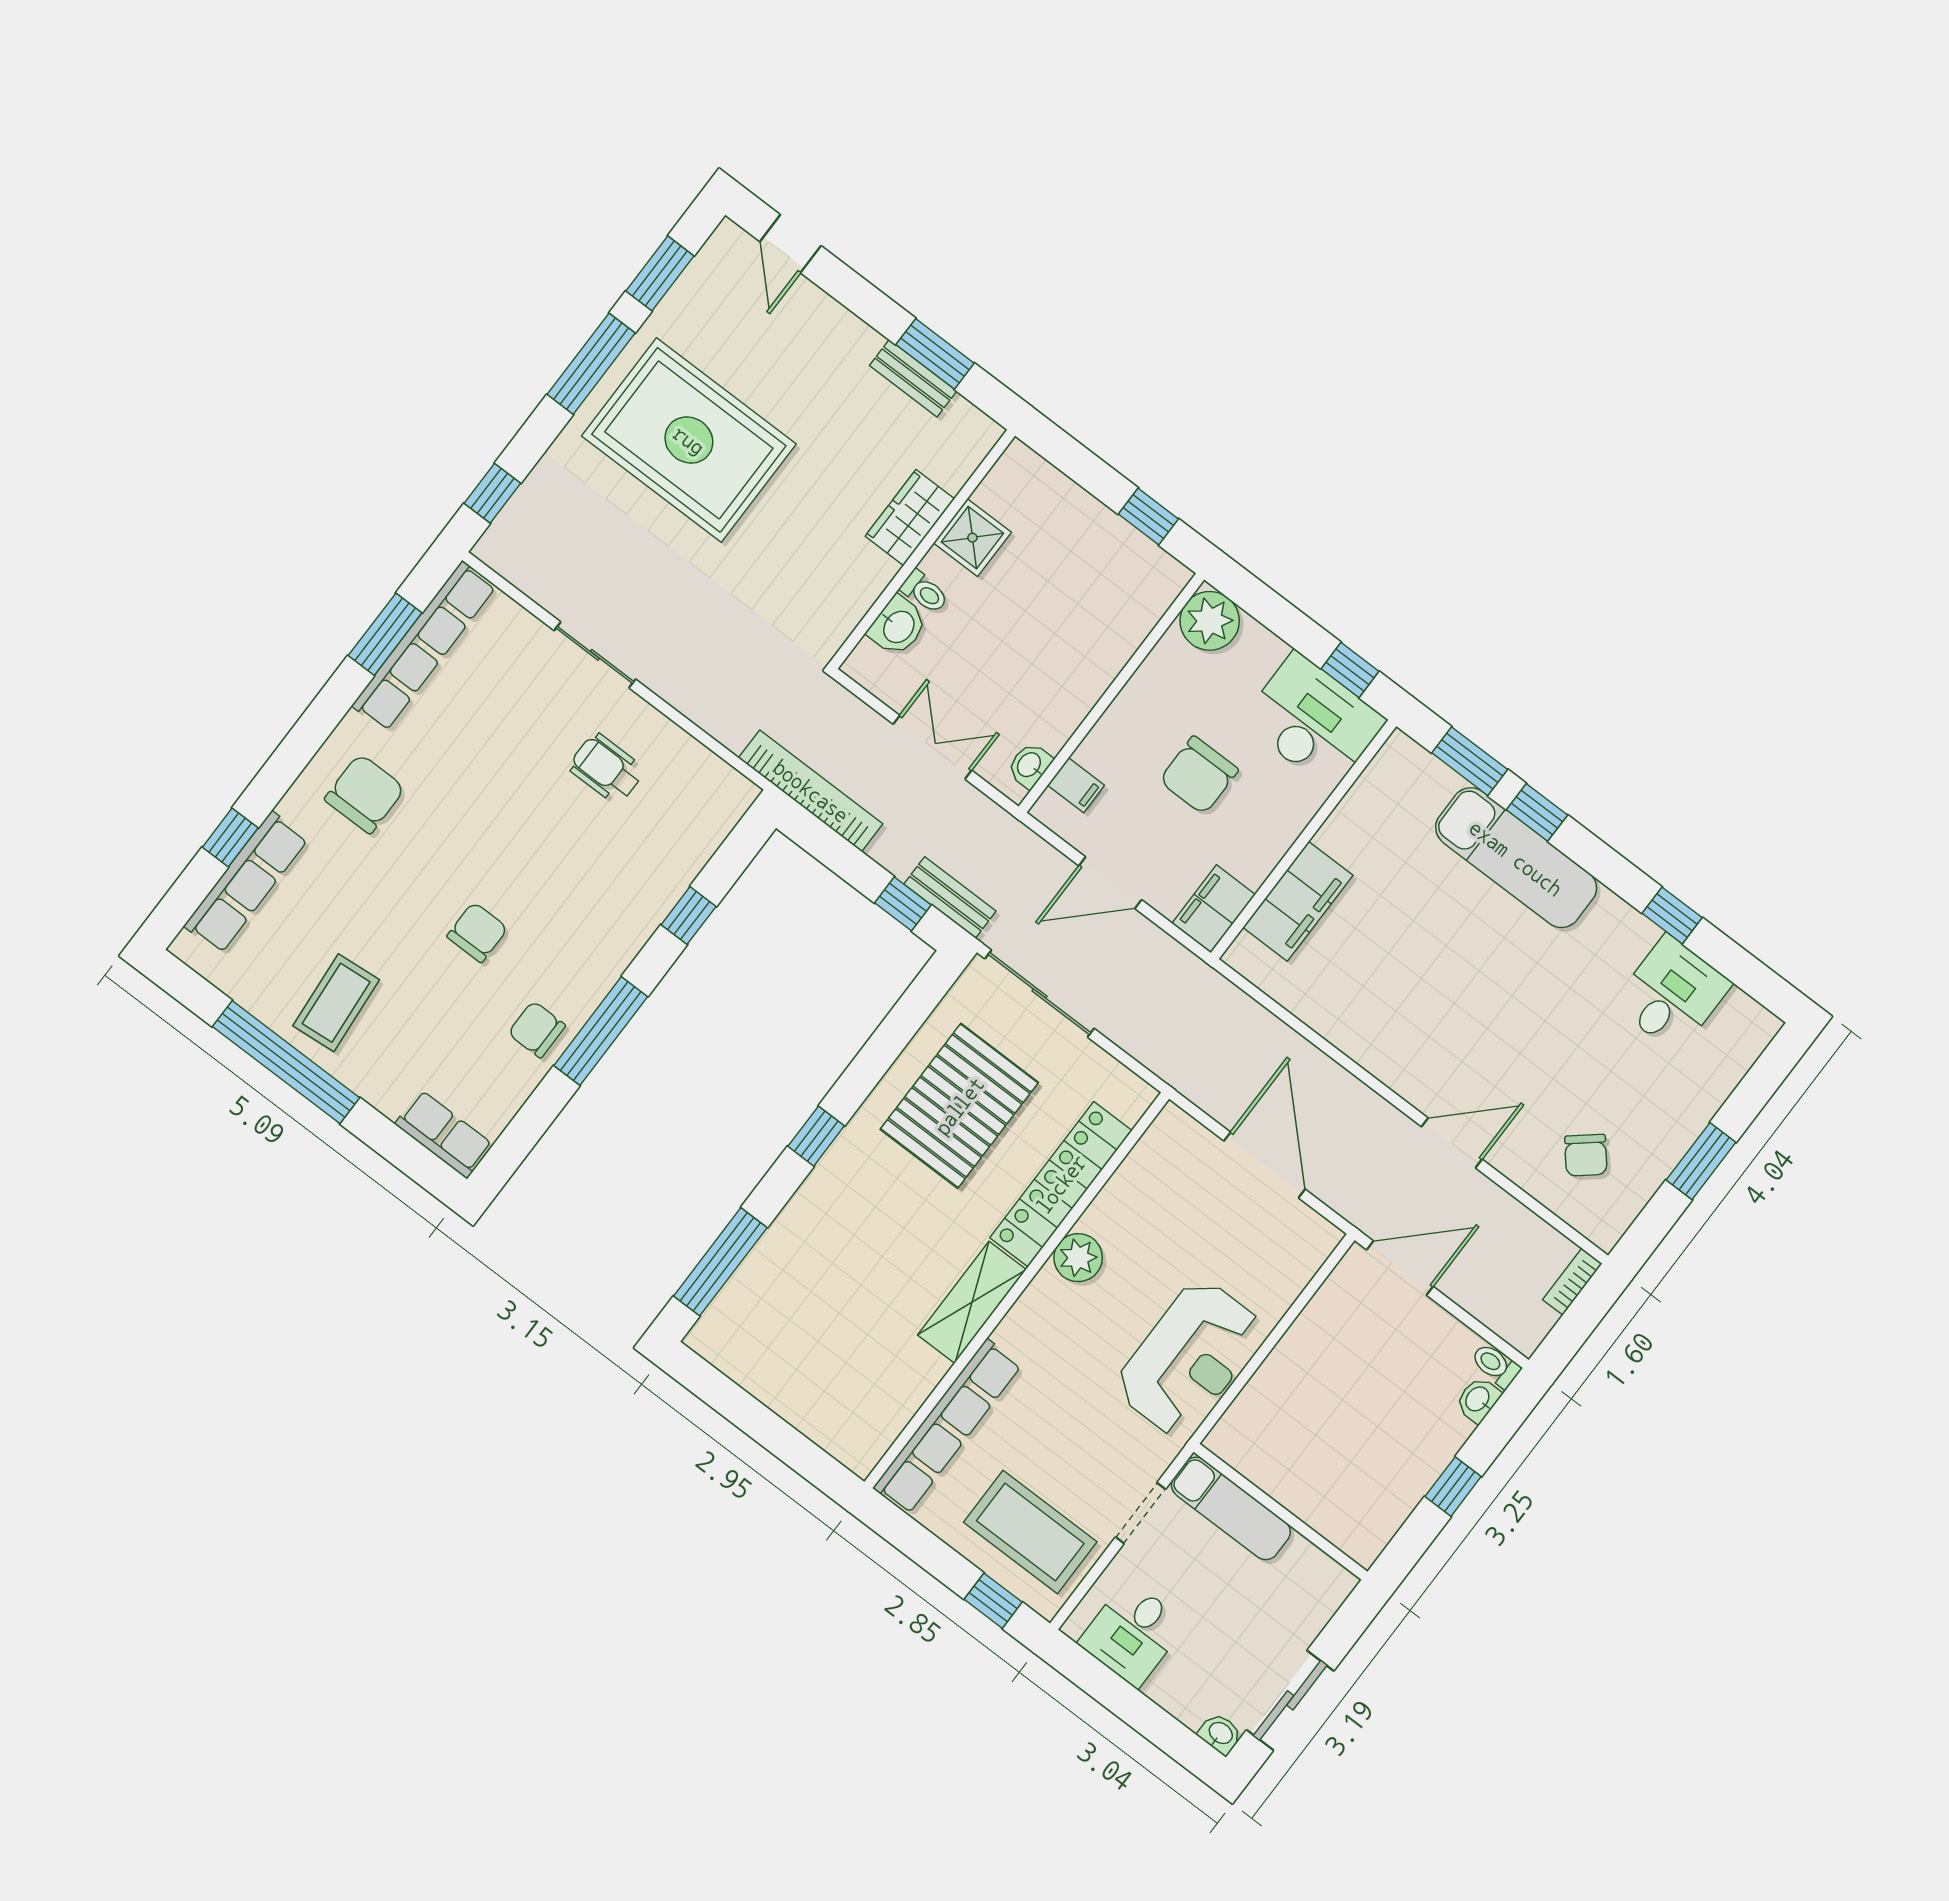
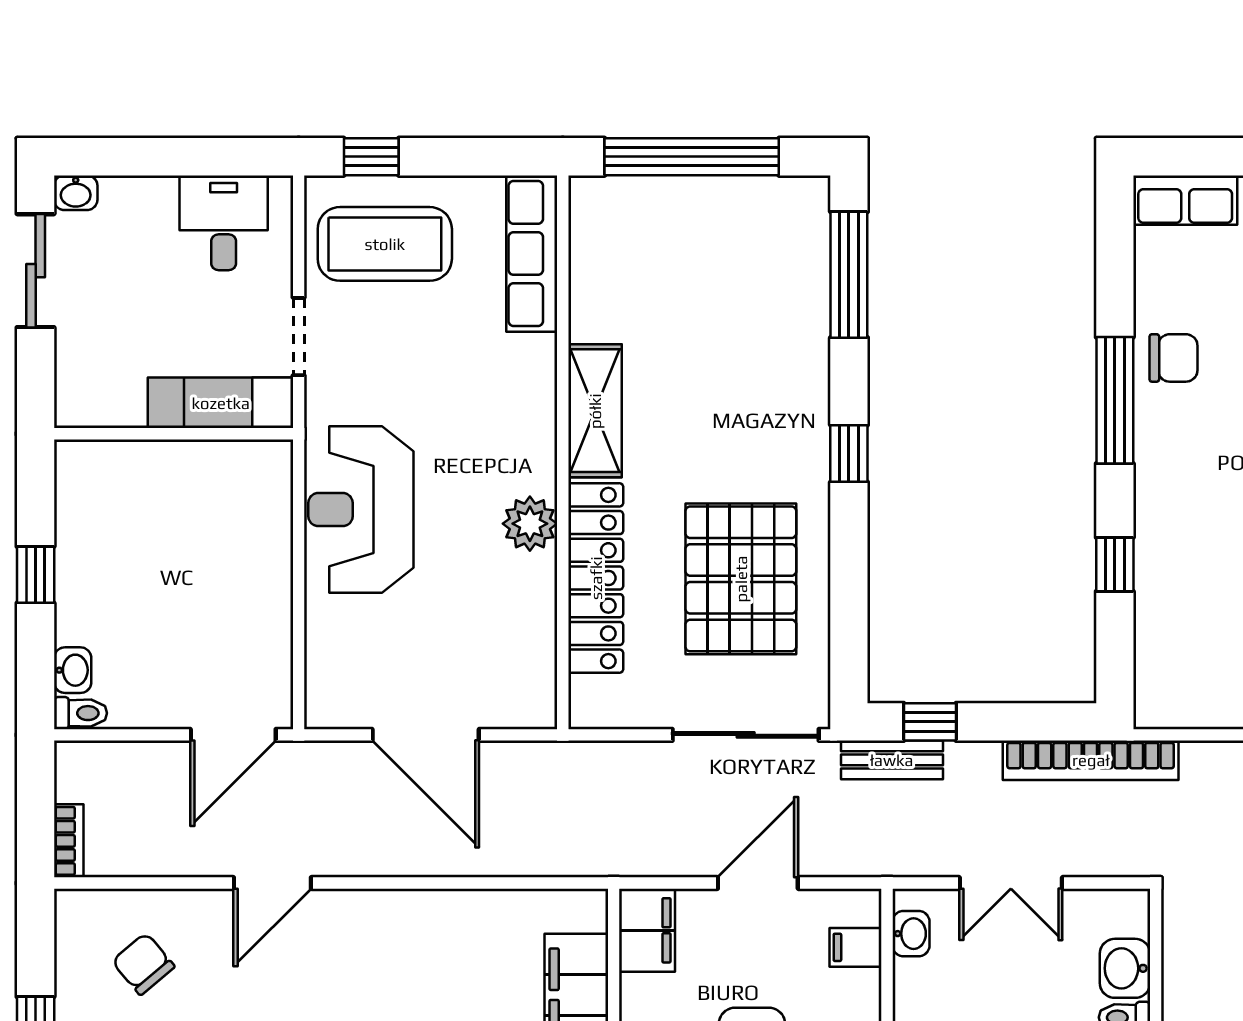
row of seats: (947, 1427) -> (532, 254), width x0.73
window: (768, 1429) -> (692, 157), added

